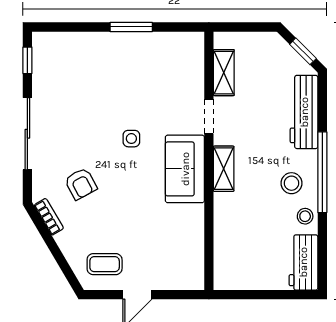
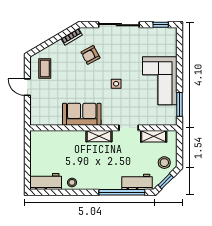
window: (131, 27) -> (180, 104), moved
corner sofa: (126, 62) -> (160, 81), added
workbench: (304, 112) -> (137, 182), width x0.73
sofa: (185, 169) -> (82, 114), moved
window: (322, 172) -> (122, 192), moved
stool: (291, 183) -> (164, 163), moved

